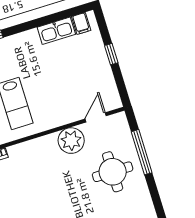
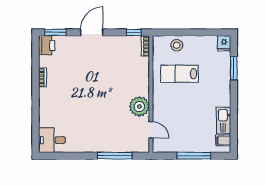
window: (111, 54) -> (194, 156), width x2.17
round table: (113, 172) -> (107, 130), removed

